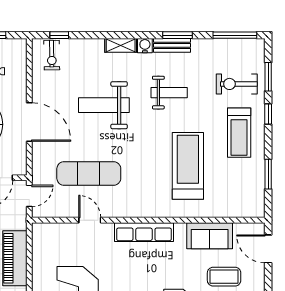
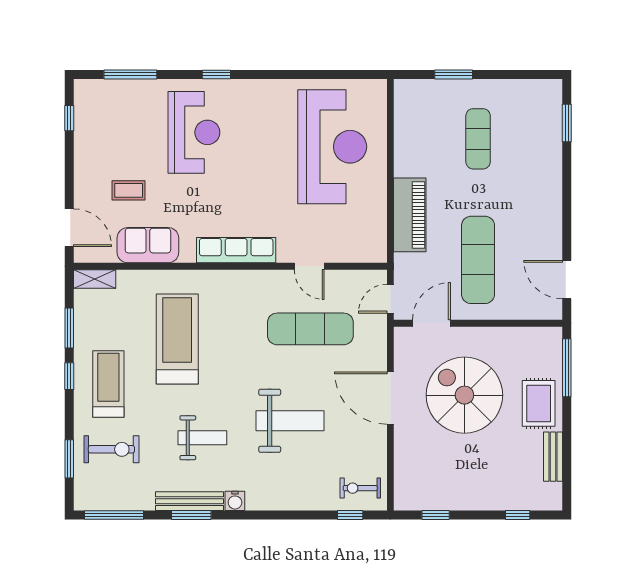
shelving: (121, 45) -> (95, 279), moved
bench: (172, 45) -> (190, 501), width x1.36
exercise bike: (52, 55) -> (360, 488), turned -89
weight bench: (169, 93) -> (202, 438), turned 180
window: (268, 114) -> (69, 376), moved
treadmill: (188, 166) -> (177, 339), turned 180
coffee table: (224, 277) -> (129, 190), width x0.73, depth x0.77

